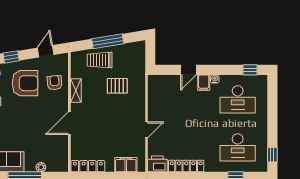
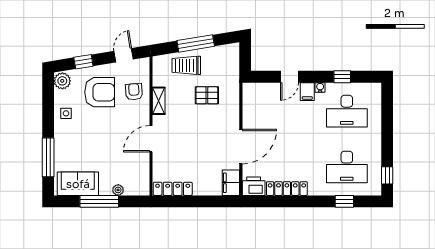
window: (250, 70) -> (342, 77), moved
door: (147, 130) -> (241, 147), width x1.88
filing cabinet: (126, 165) -> (231, 183), moved, turned -90

